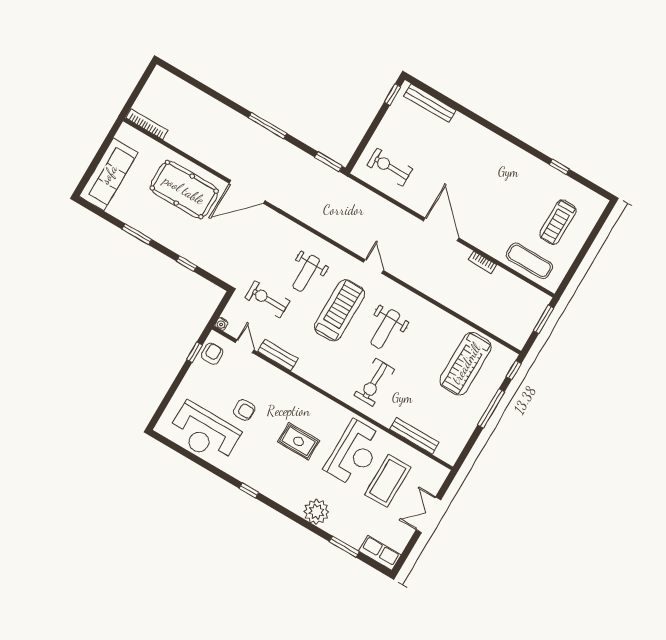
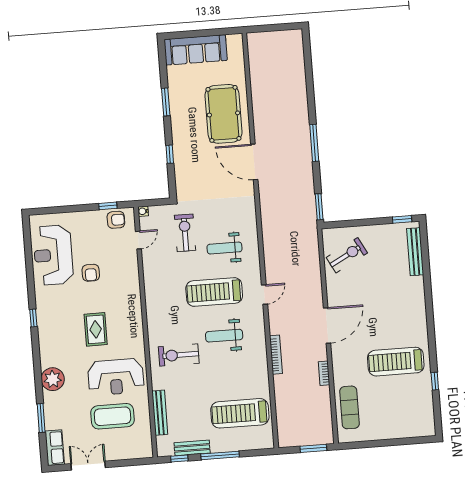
bookcase: (147, 124) -> (276, 355), moved
exercise bike: (390, 167) -> (347, 255), turned 62
treadmill: (558, 222) -> (396, 362), moved, width x1.37, depth x1.38
treadmill: (340, 310) -> (214, 292), turned 180
bench: (278, 355) -> (192, 448), moved, turned 90
window: (514, 370) -> (179, 459), moved
double door: (428, 515) -> (88, 466), moved

